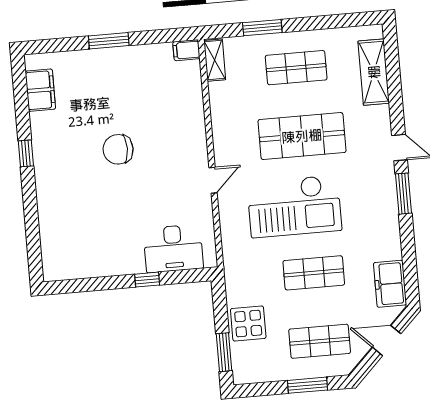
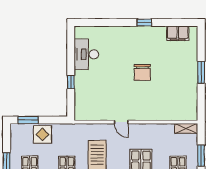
filing cabinet: (186, 50) -> (192, 114), removed
chair: (118, 149) -> (142, 72), turned 180
desk: (173, 248) -> (86, 54), moved

